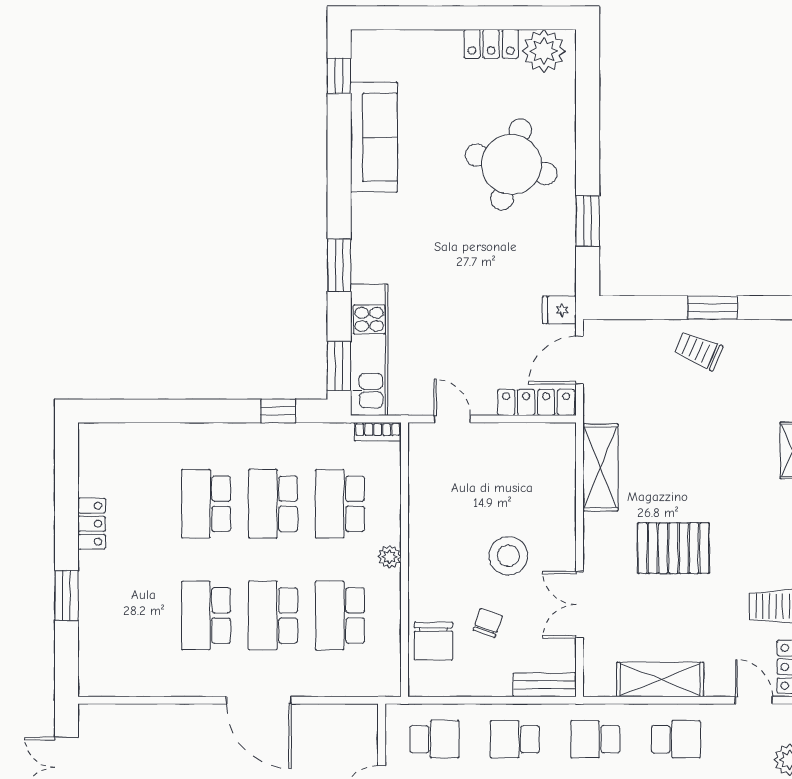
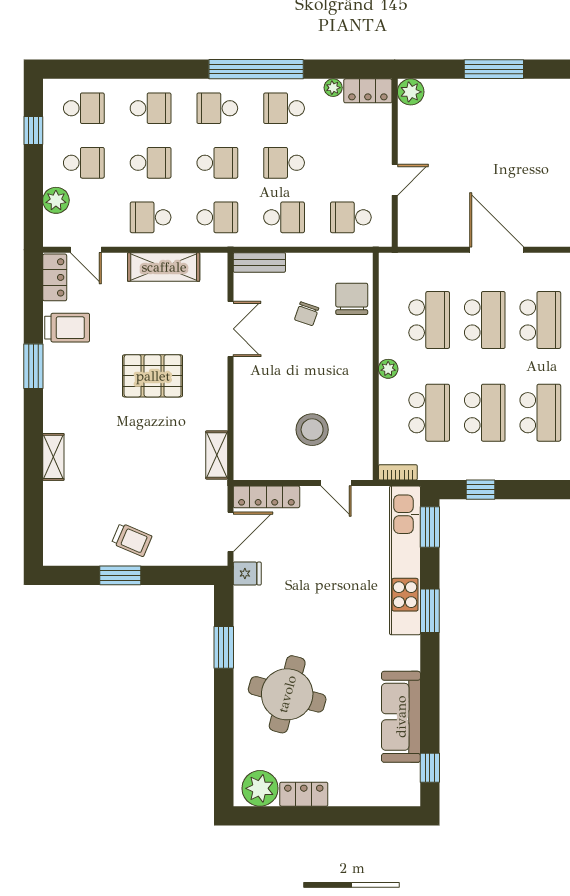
kitchen unit: (369, 350) -> (405, 560), width x1.36
shelving: (600, 467) -> (217, 455), width x0.67, depth x0.75
stool: (508, 556) -> (312, 430), moved

